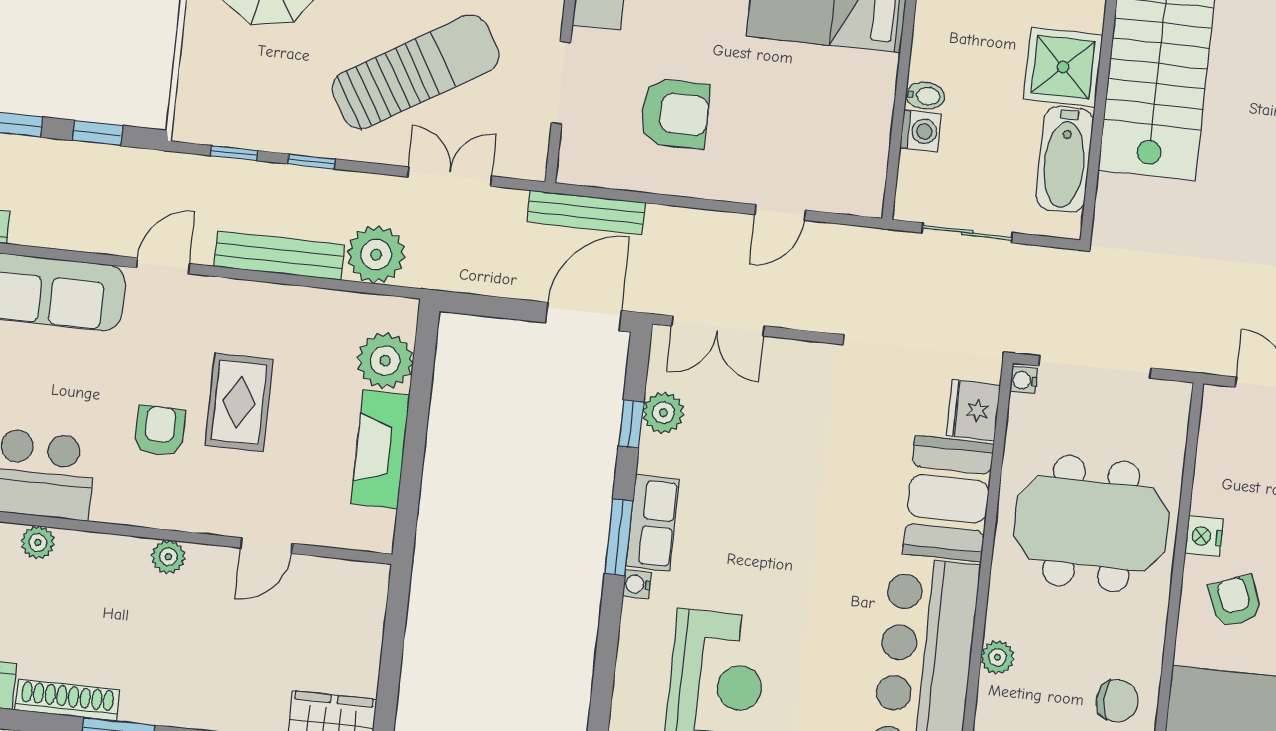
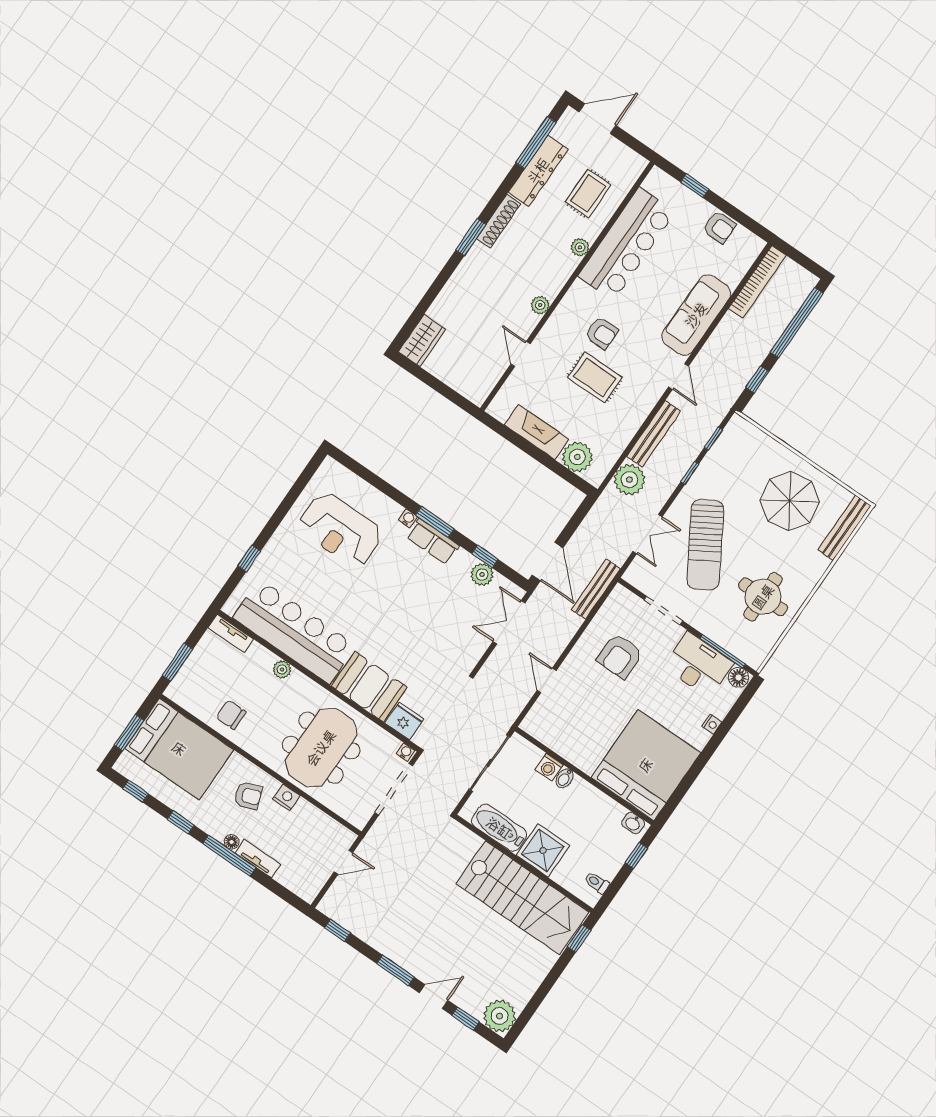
sliding door: (967, 233) -> (489, 763), width x1.37
chair: (1117, 701) -> (231, 715), turned 90

